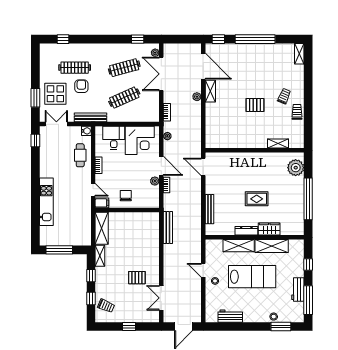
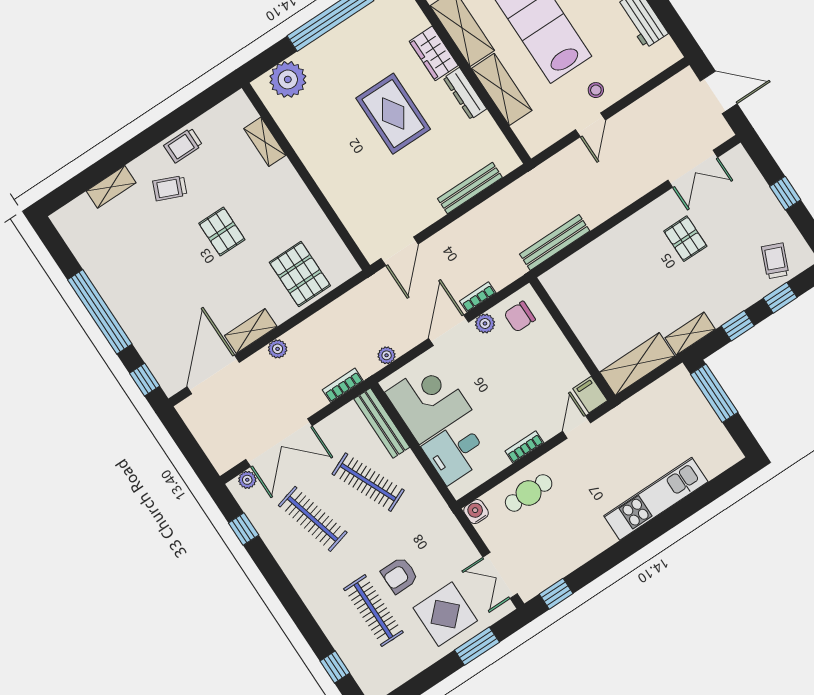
shelving: (299, 54) -> (111, 187), moved
bench: (91, 117) -> (382, 423), moved
pallet: (220, 124) -> (300, 274), added
chair: (126, 196) -> (520, 317), moved
rug: (257, 199) -> (393, 114), width x1.36, depth x1.43
window: (59, 250) -> (714, 393), moved

